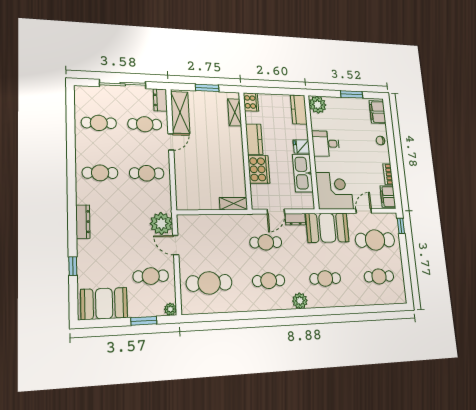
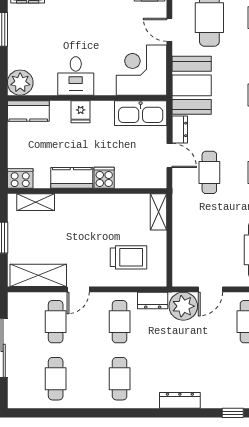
dresser: (160, 100) -> (153, 301), moved
door: (171, 142) -> (78, 289), swing flipped
cooker: (259, 169) -> (104, 178), width x0.53, depth x0.76
kitchen sink: (303, 173) -> (141, 113), moved
trolley: (198, 181) -> (129, 257), added

